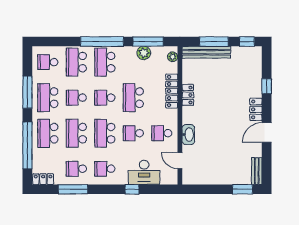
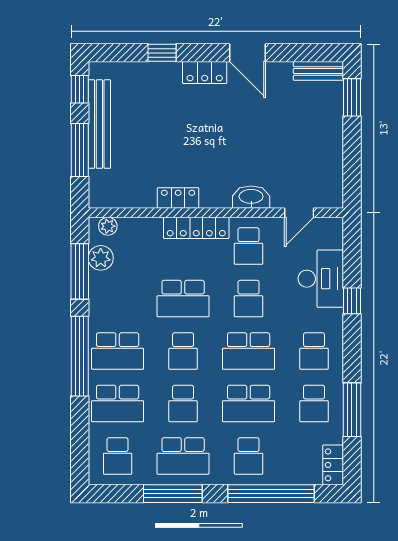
bench: (206, 52) -> (99, 124), moved
plant: (144, 53) -> (101, 258), moved
locker: (172, 91) -> (196, 228), moved
school desk: (48, 133) -> (249, 456), width x0.54

